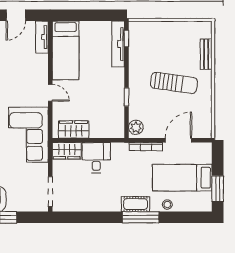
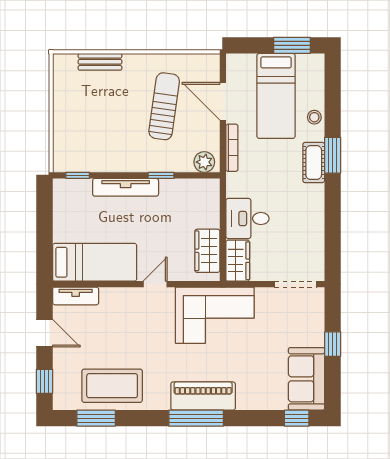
tv unit: (118, 44) -> (126, 187), moved
sun lounger: (174, 83) -> (164, 106), moved
window: (141, 217) -> (333, 155), width x0.69

